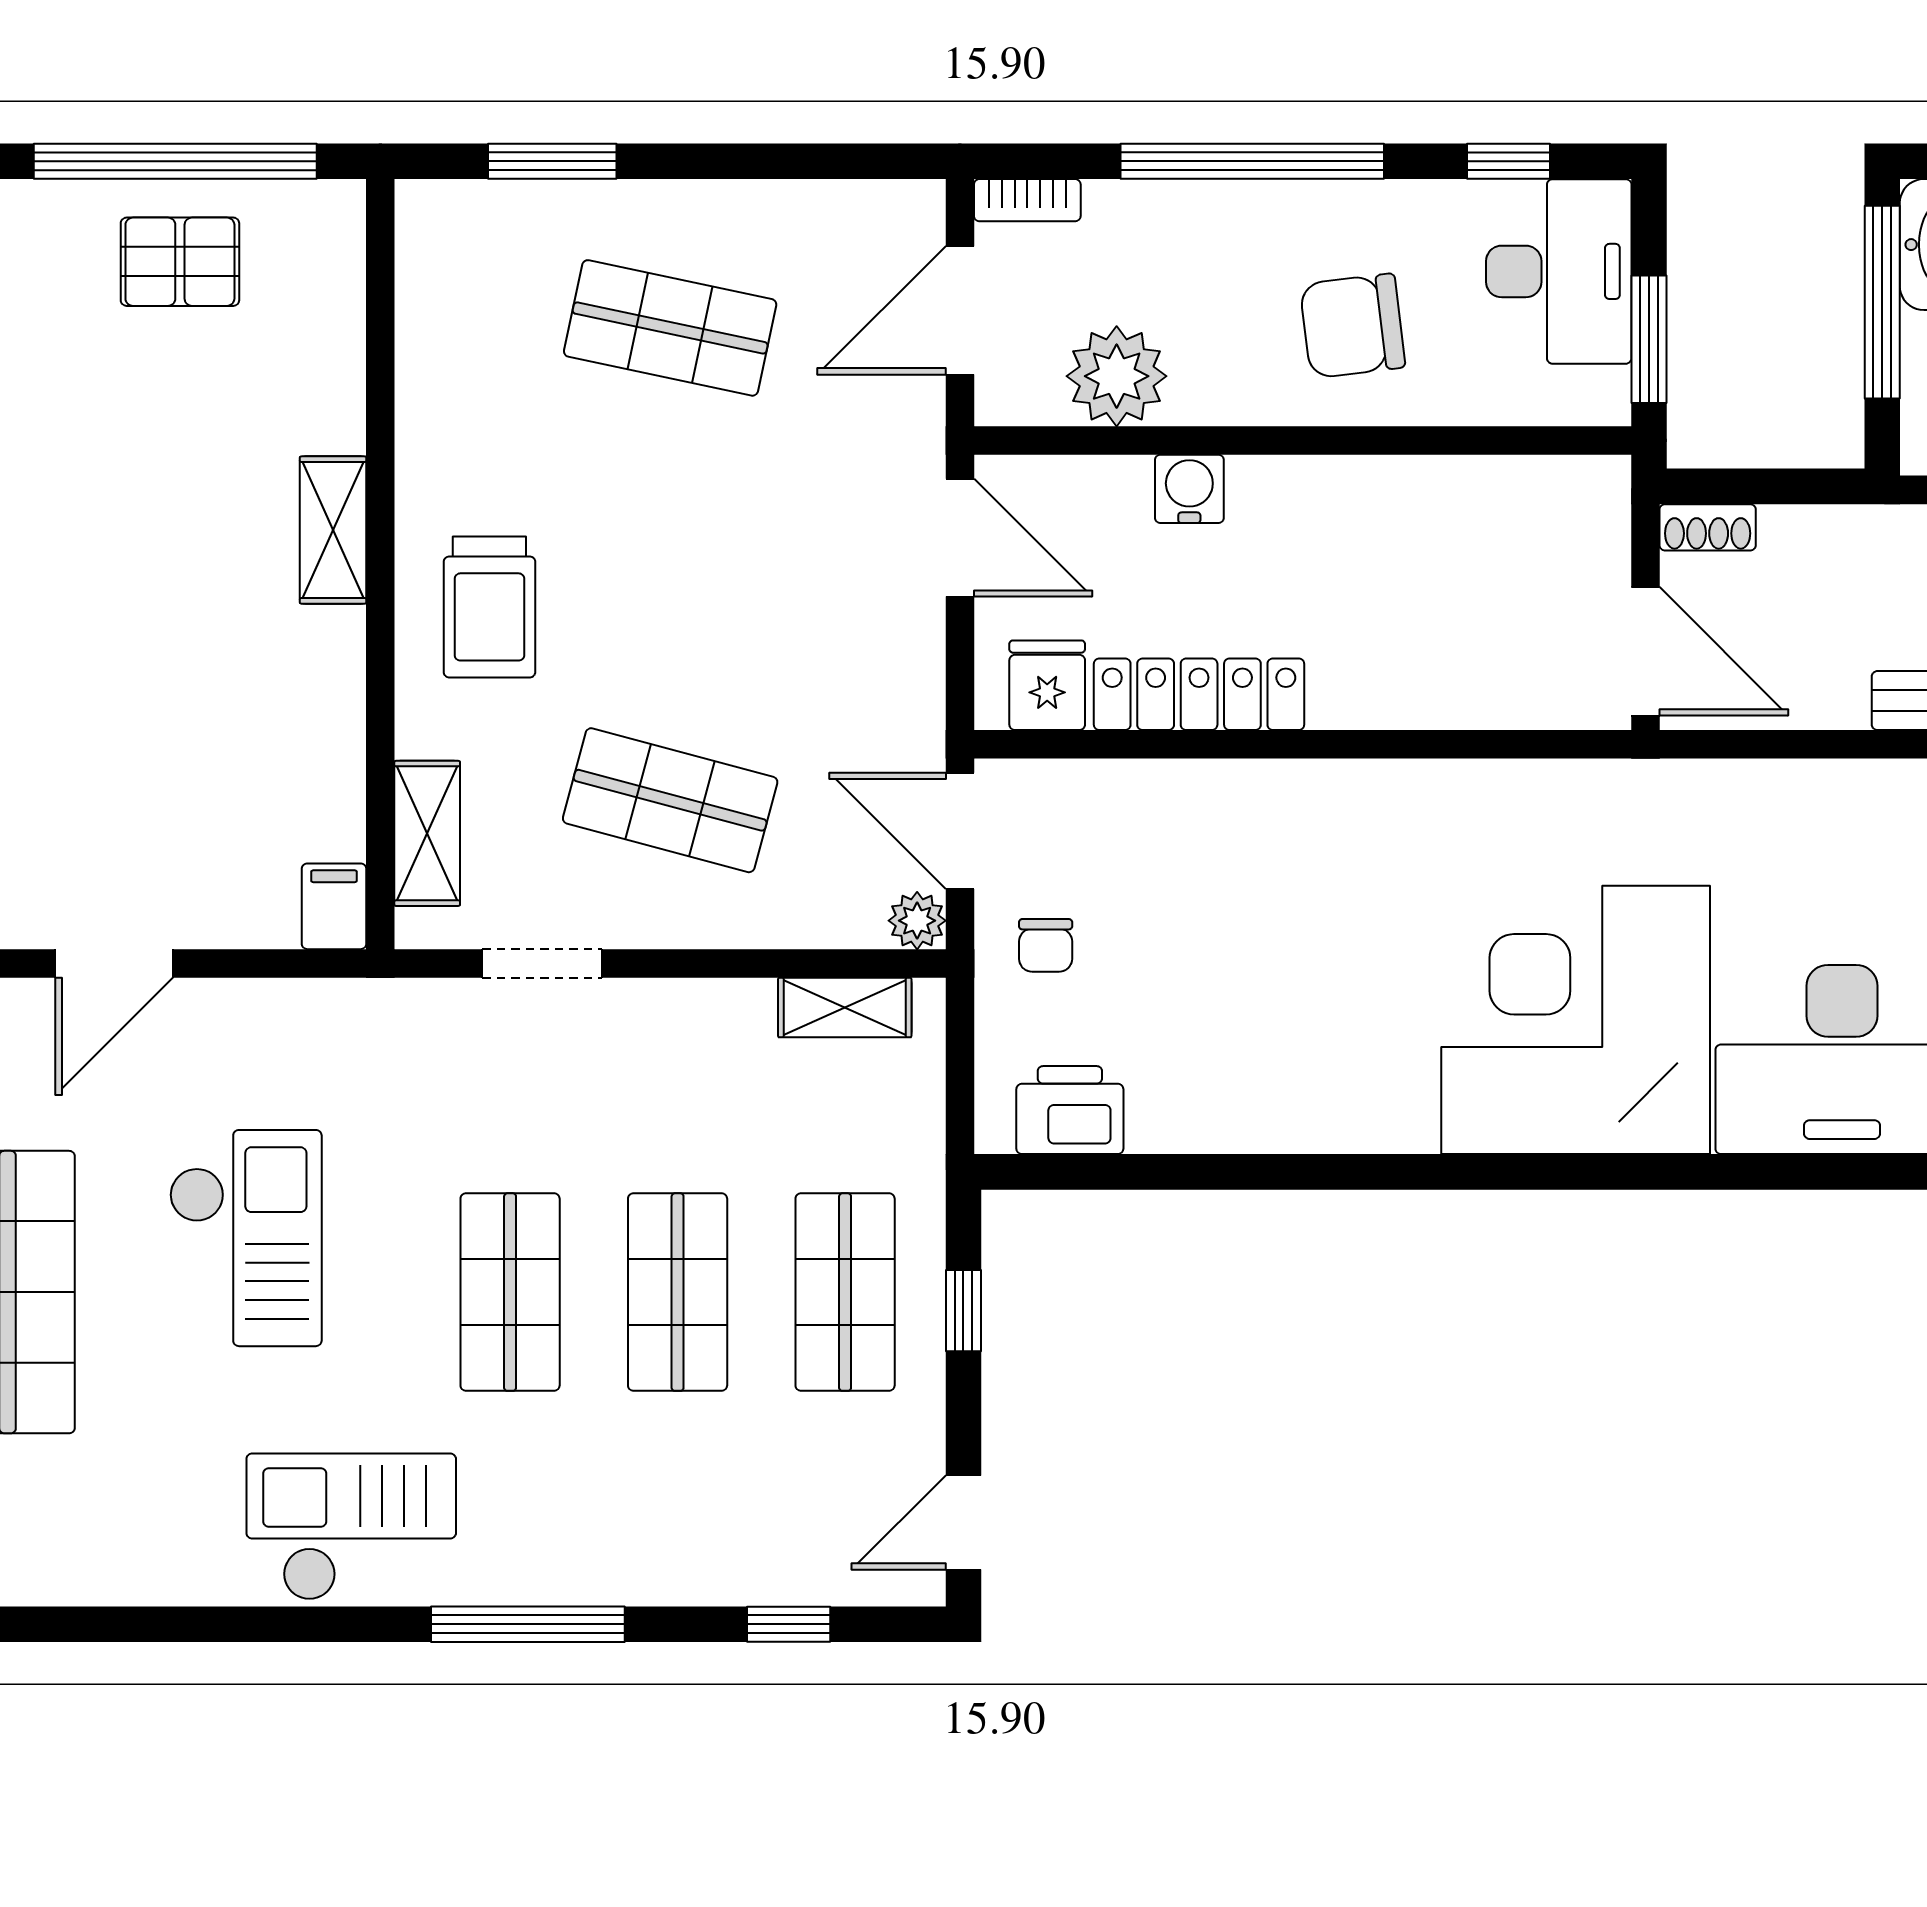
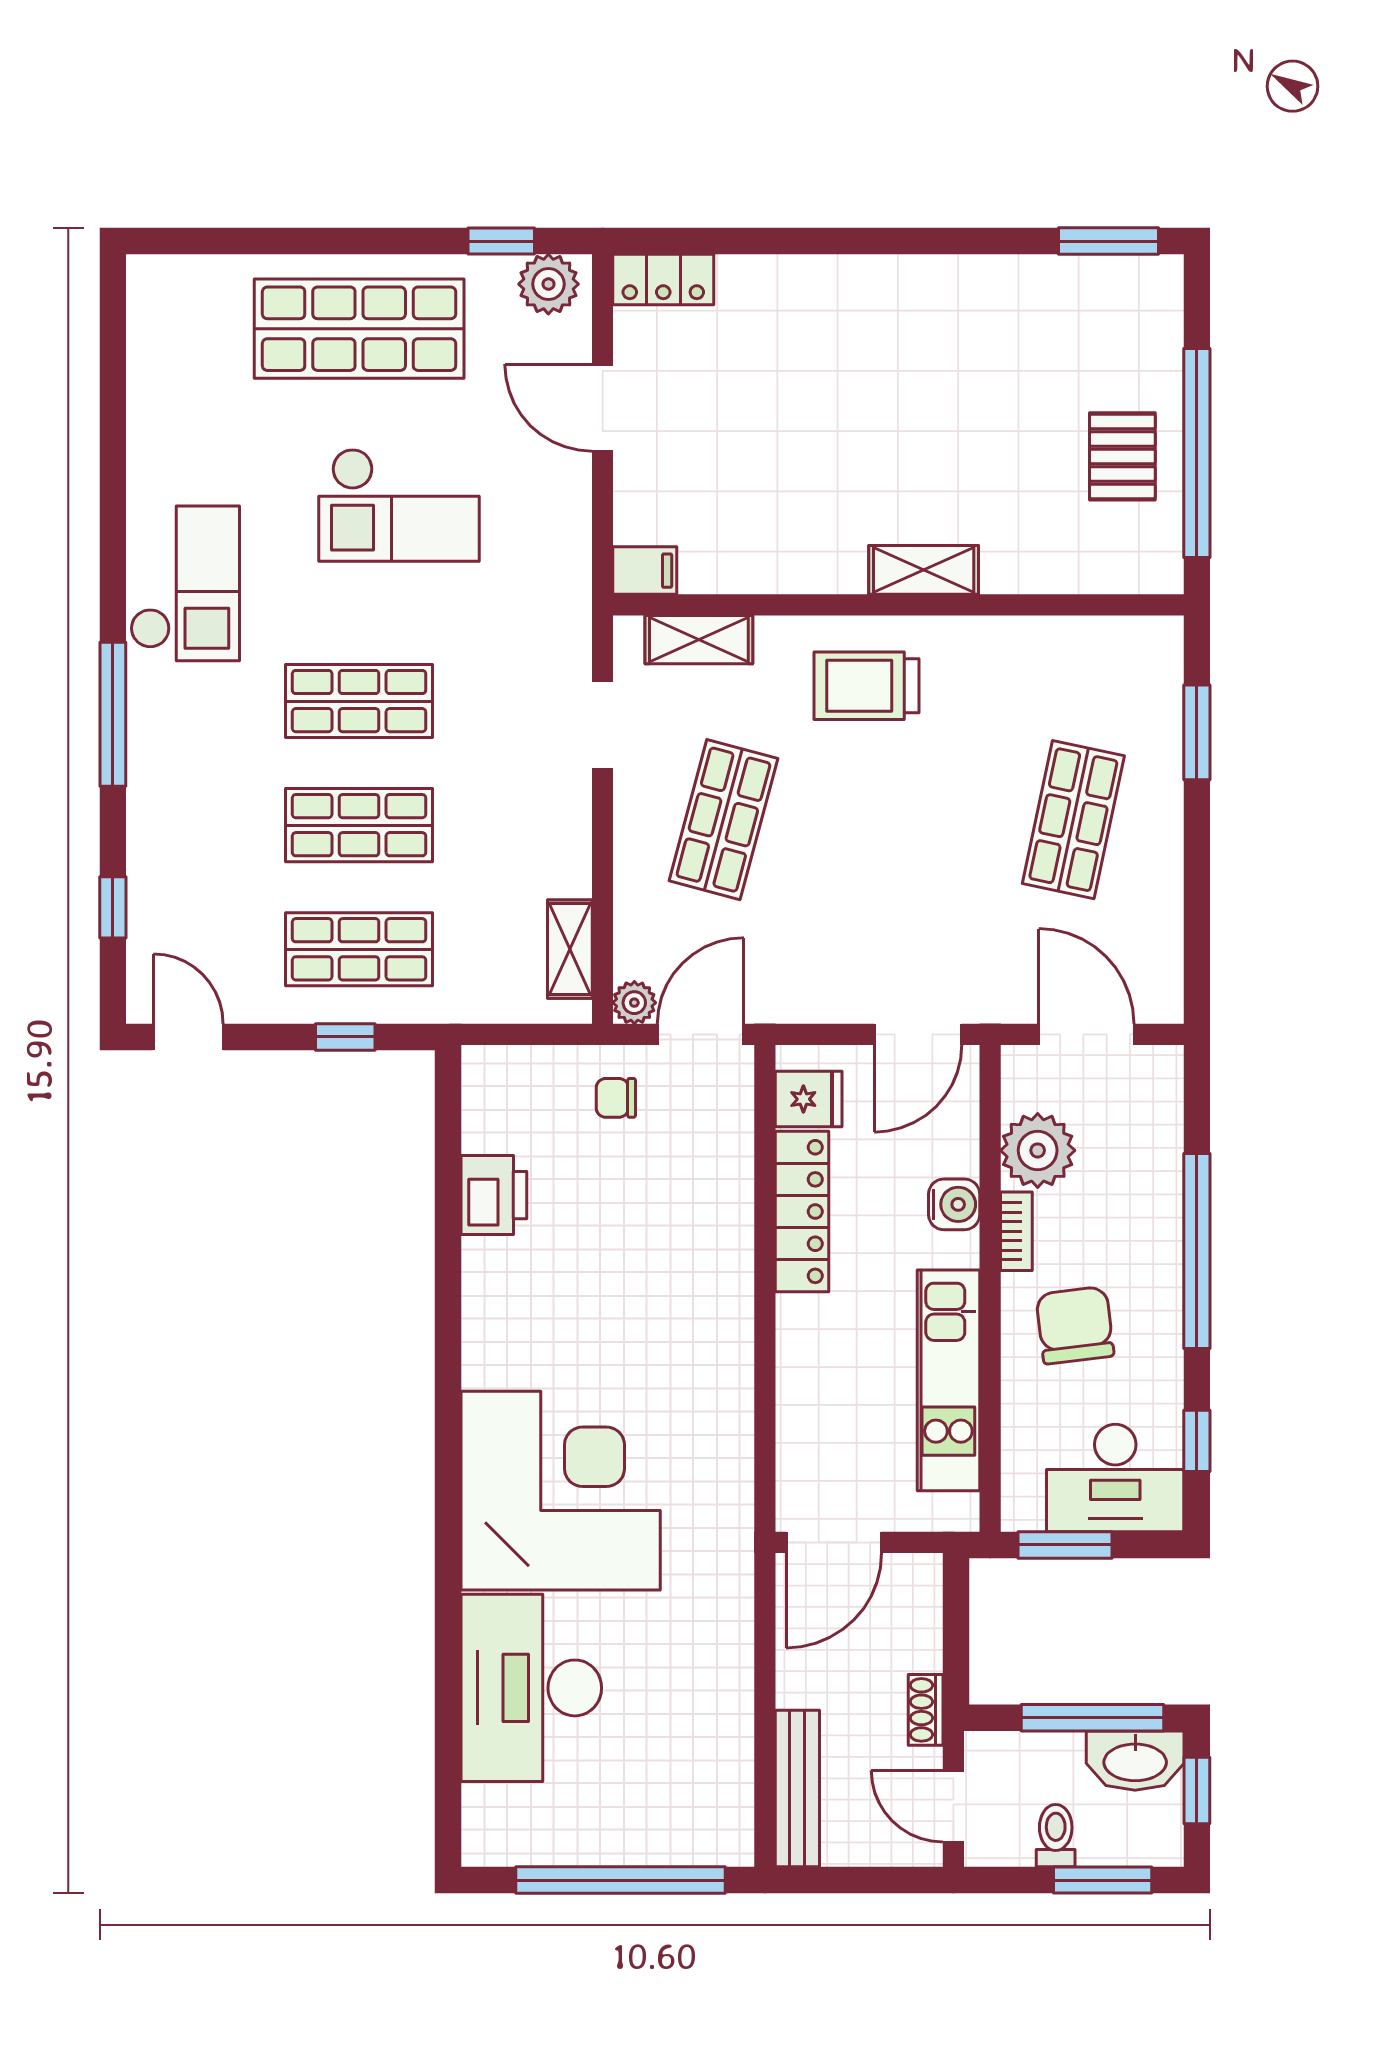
bookcase: (1027, 200) -> (1016, 1231), moved, turned 180
kitchen unit: (1427, 497) -> (948, 1380), added
shoe rack: (1708, 527) -> (926, 1710), moved
printer: (1070, 1110) -> (494, 1195), moved

